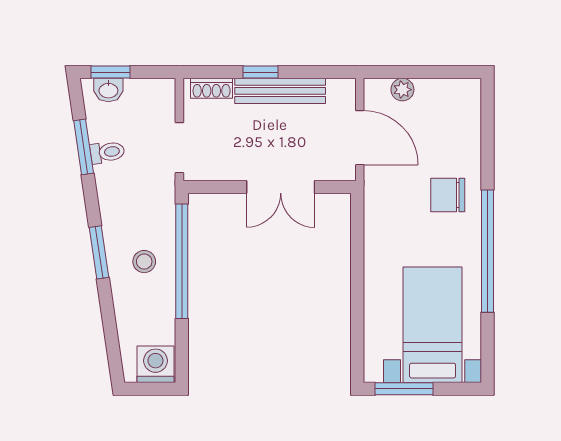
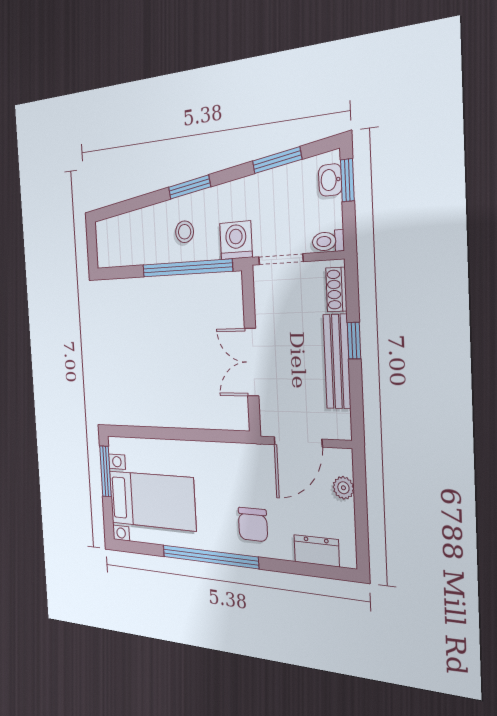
dresser: (468, 122) -> (317, 551), added
toilet: (107, 152) -> (328, 241), moved, turned 98
chair: (448, 195) -> (253, 524), turned 180
washing machine: (155, 364) -> (236, 240), moved, turned -90

